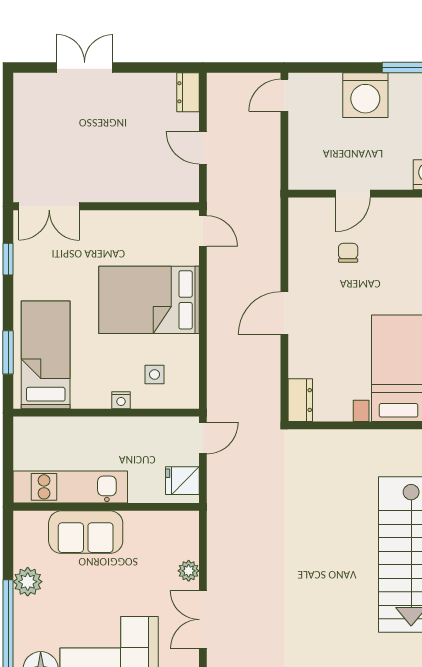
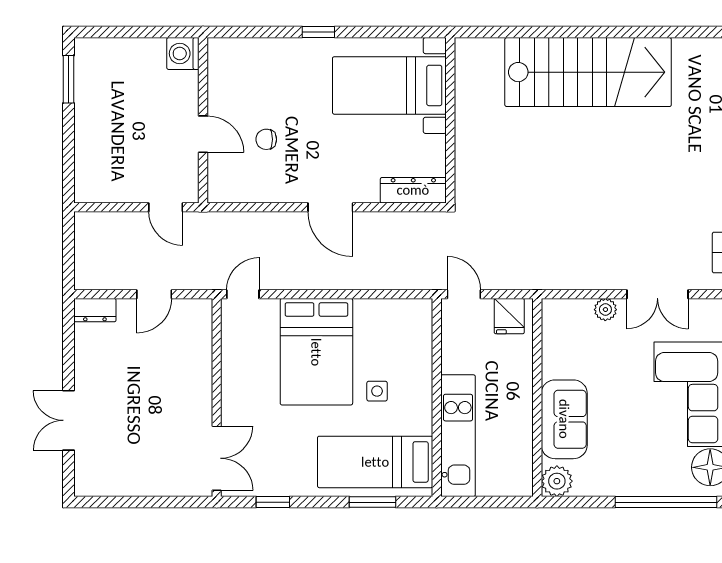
door: (284, 95) -> (166, 207), moved
washing machine: (365, 95) -> (98, 121), removed
side table: (155, 374) -> (377, 391), moved
nightstand: (121, 400) -> (423, 382), removed
dresser: (300, 400) -> (413, 190), width x1.44
kitchen unit: (70, 487) -> (458, 436), moved, turned 180
plant: (28, 582) -> (557, 481), moved

